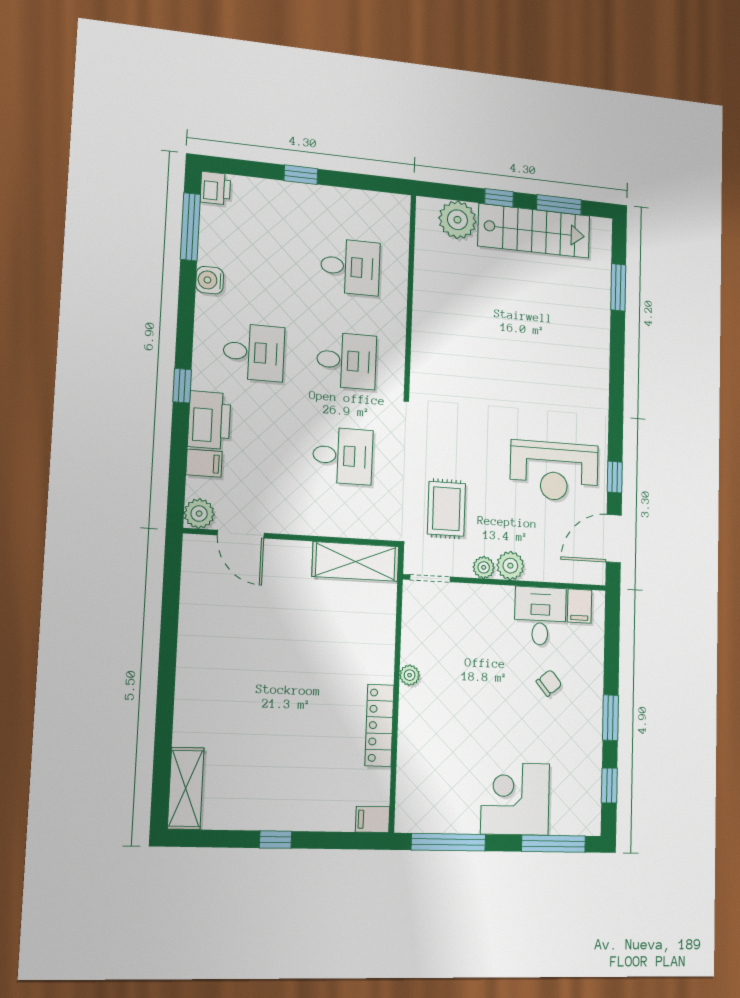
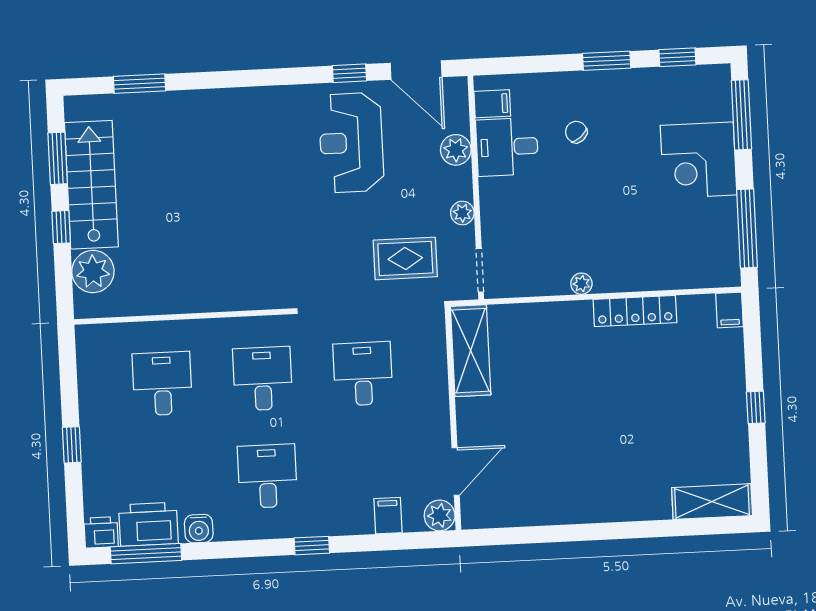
printer: (209, 420) -> (148, 524), moved
reception desk: (554, 471) -> (351, 143), turned 180
plant: (510, 566) -> (456, 150), moved

